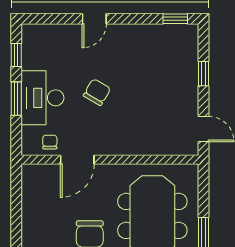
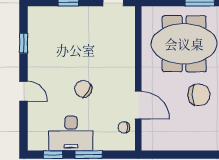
window: (175, 19) -> (24, 43), moved
desk: (42, 98) -> (71, 133), moved

